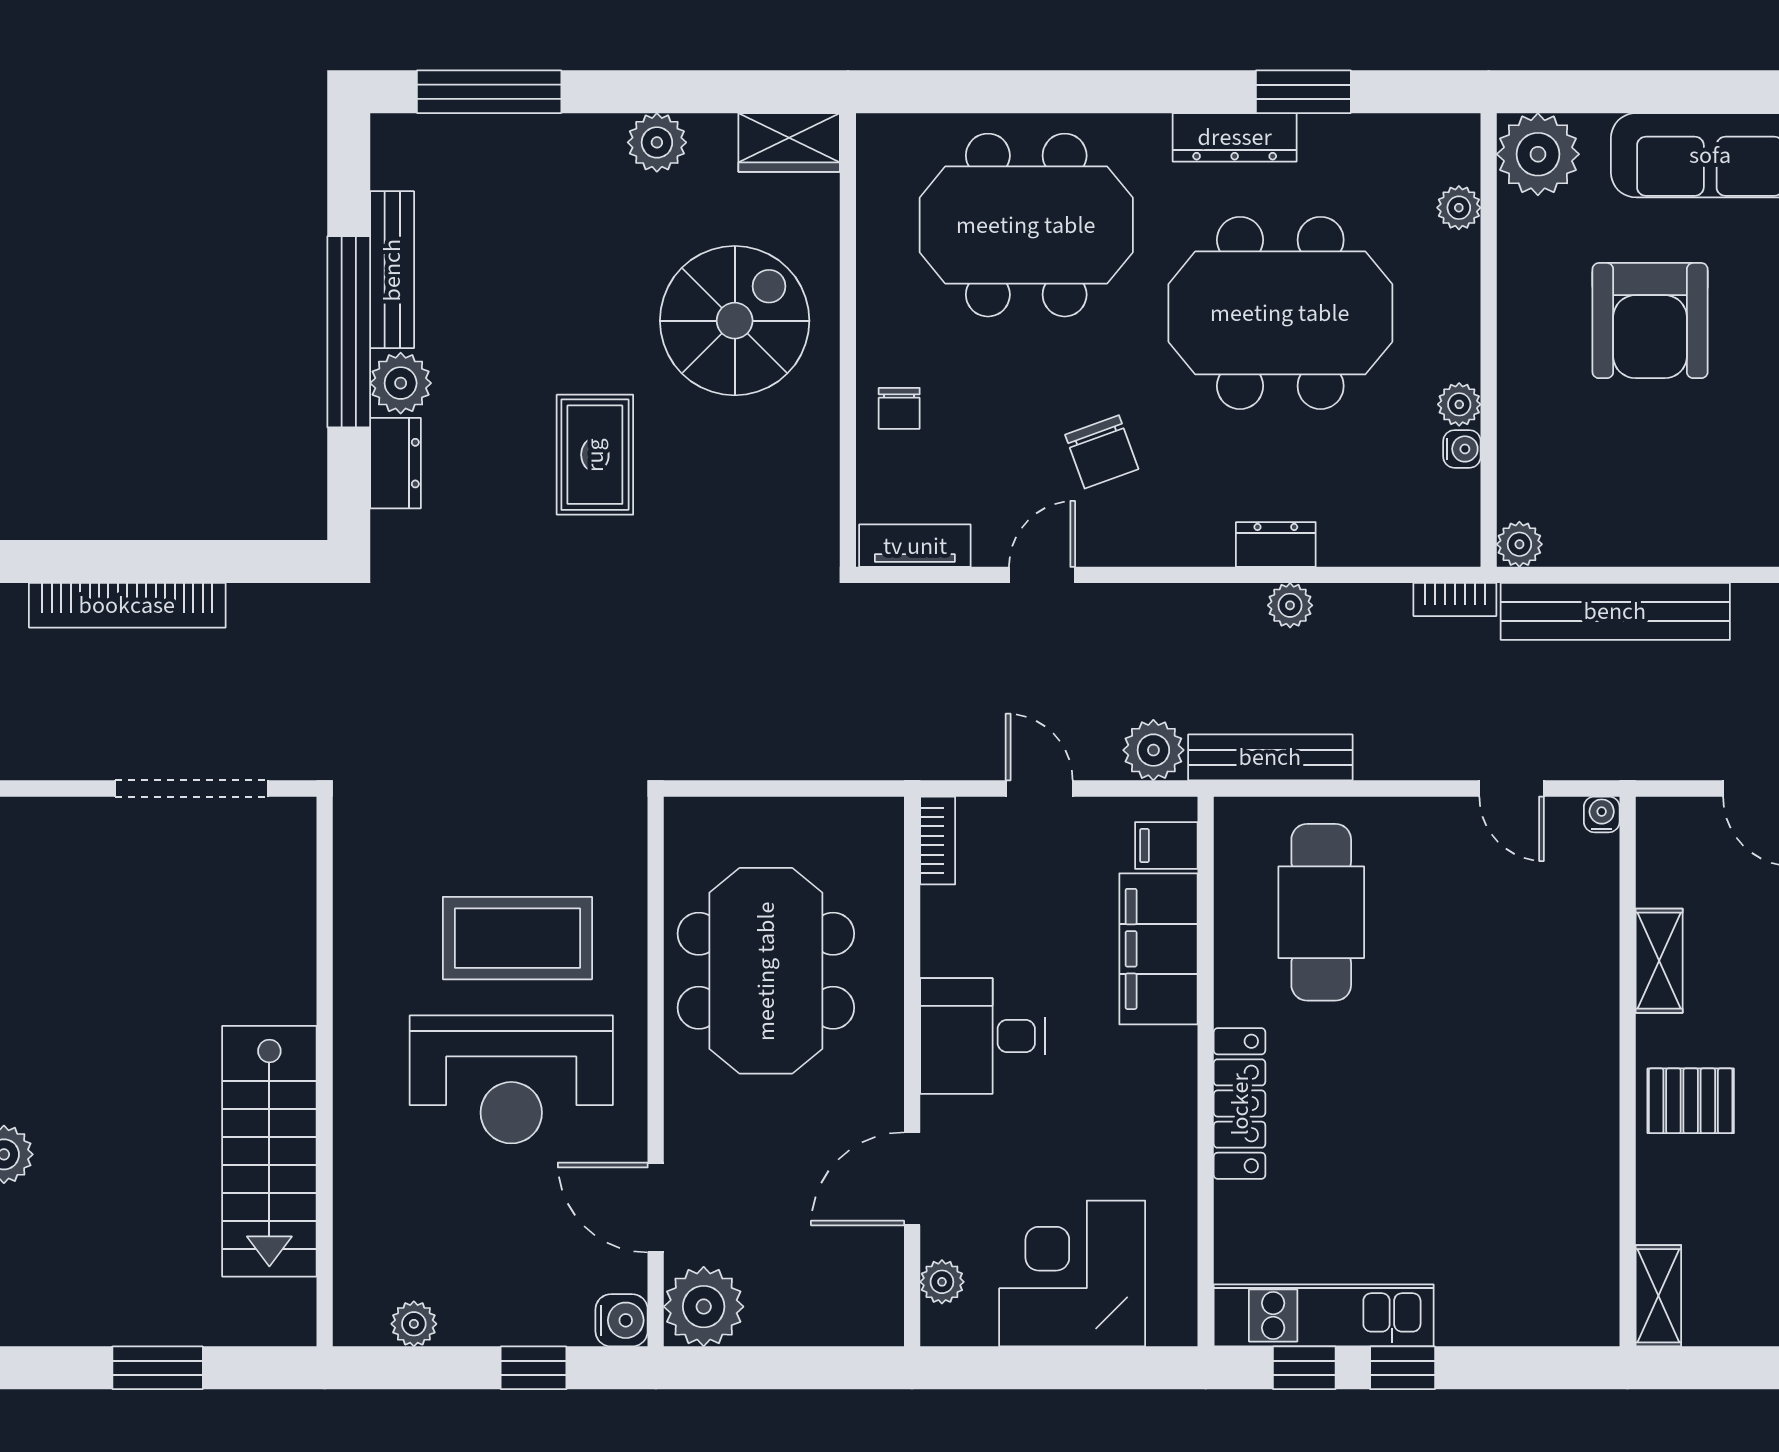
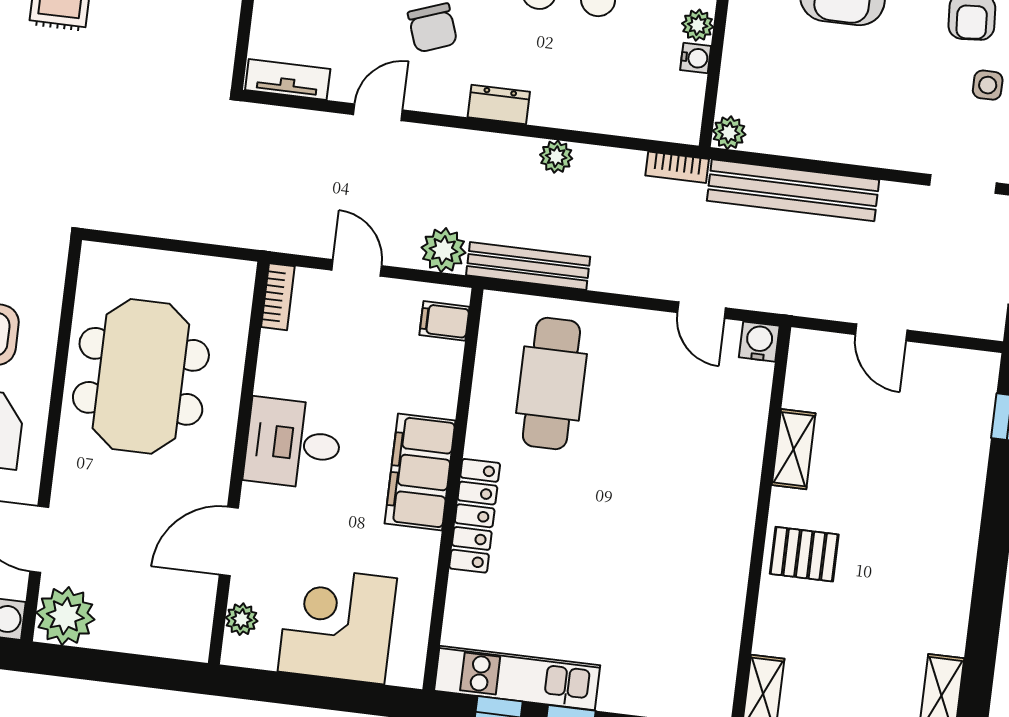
dresser: (1276, 544) -> (499, 105), moved
water cooler: (1602, 814) -> (759, 342), width x1.38, depth x1.38
filing cabinet: (1159, 949) -> (420, 472), moved

